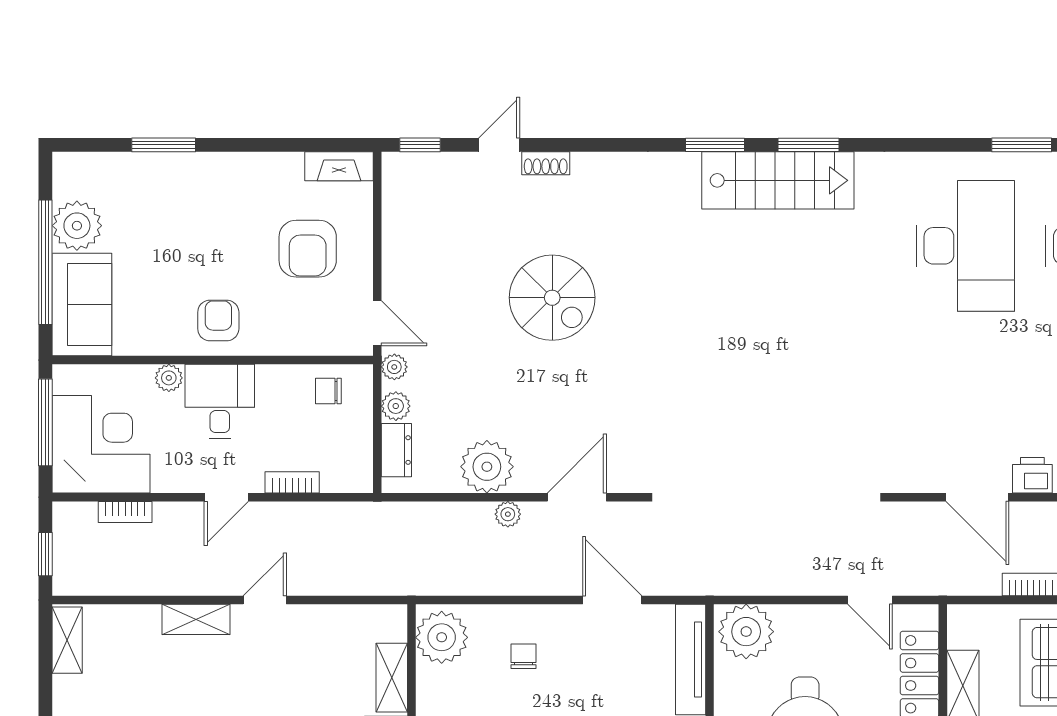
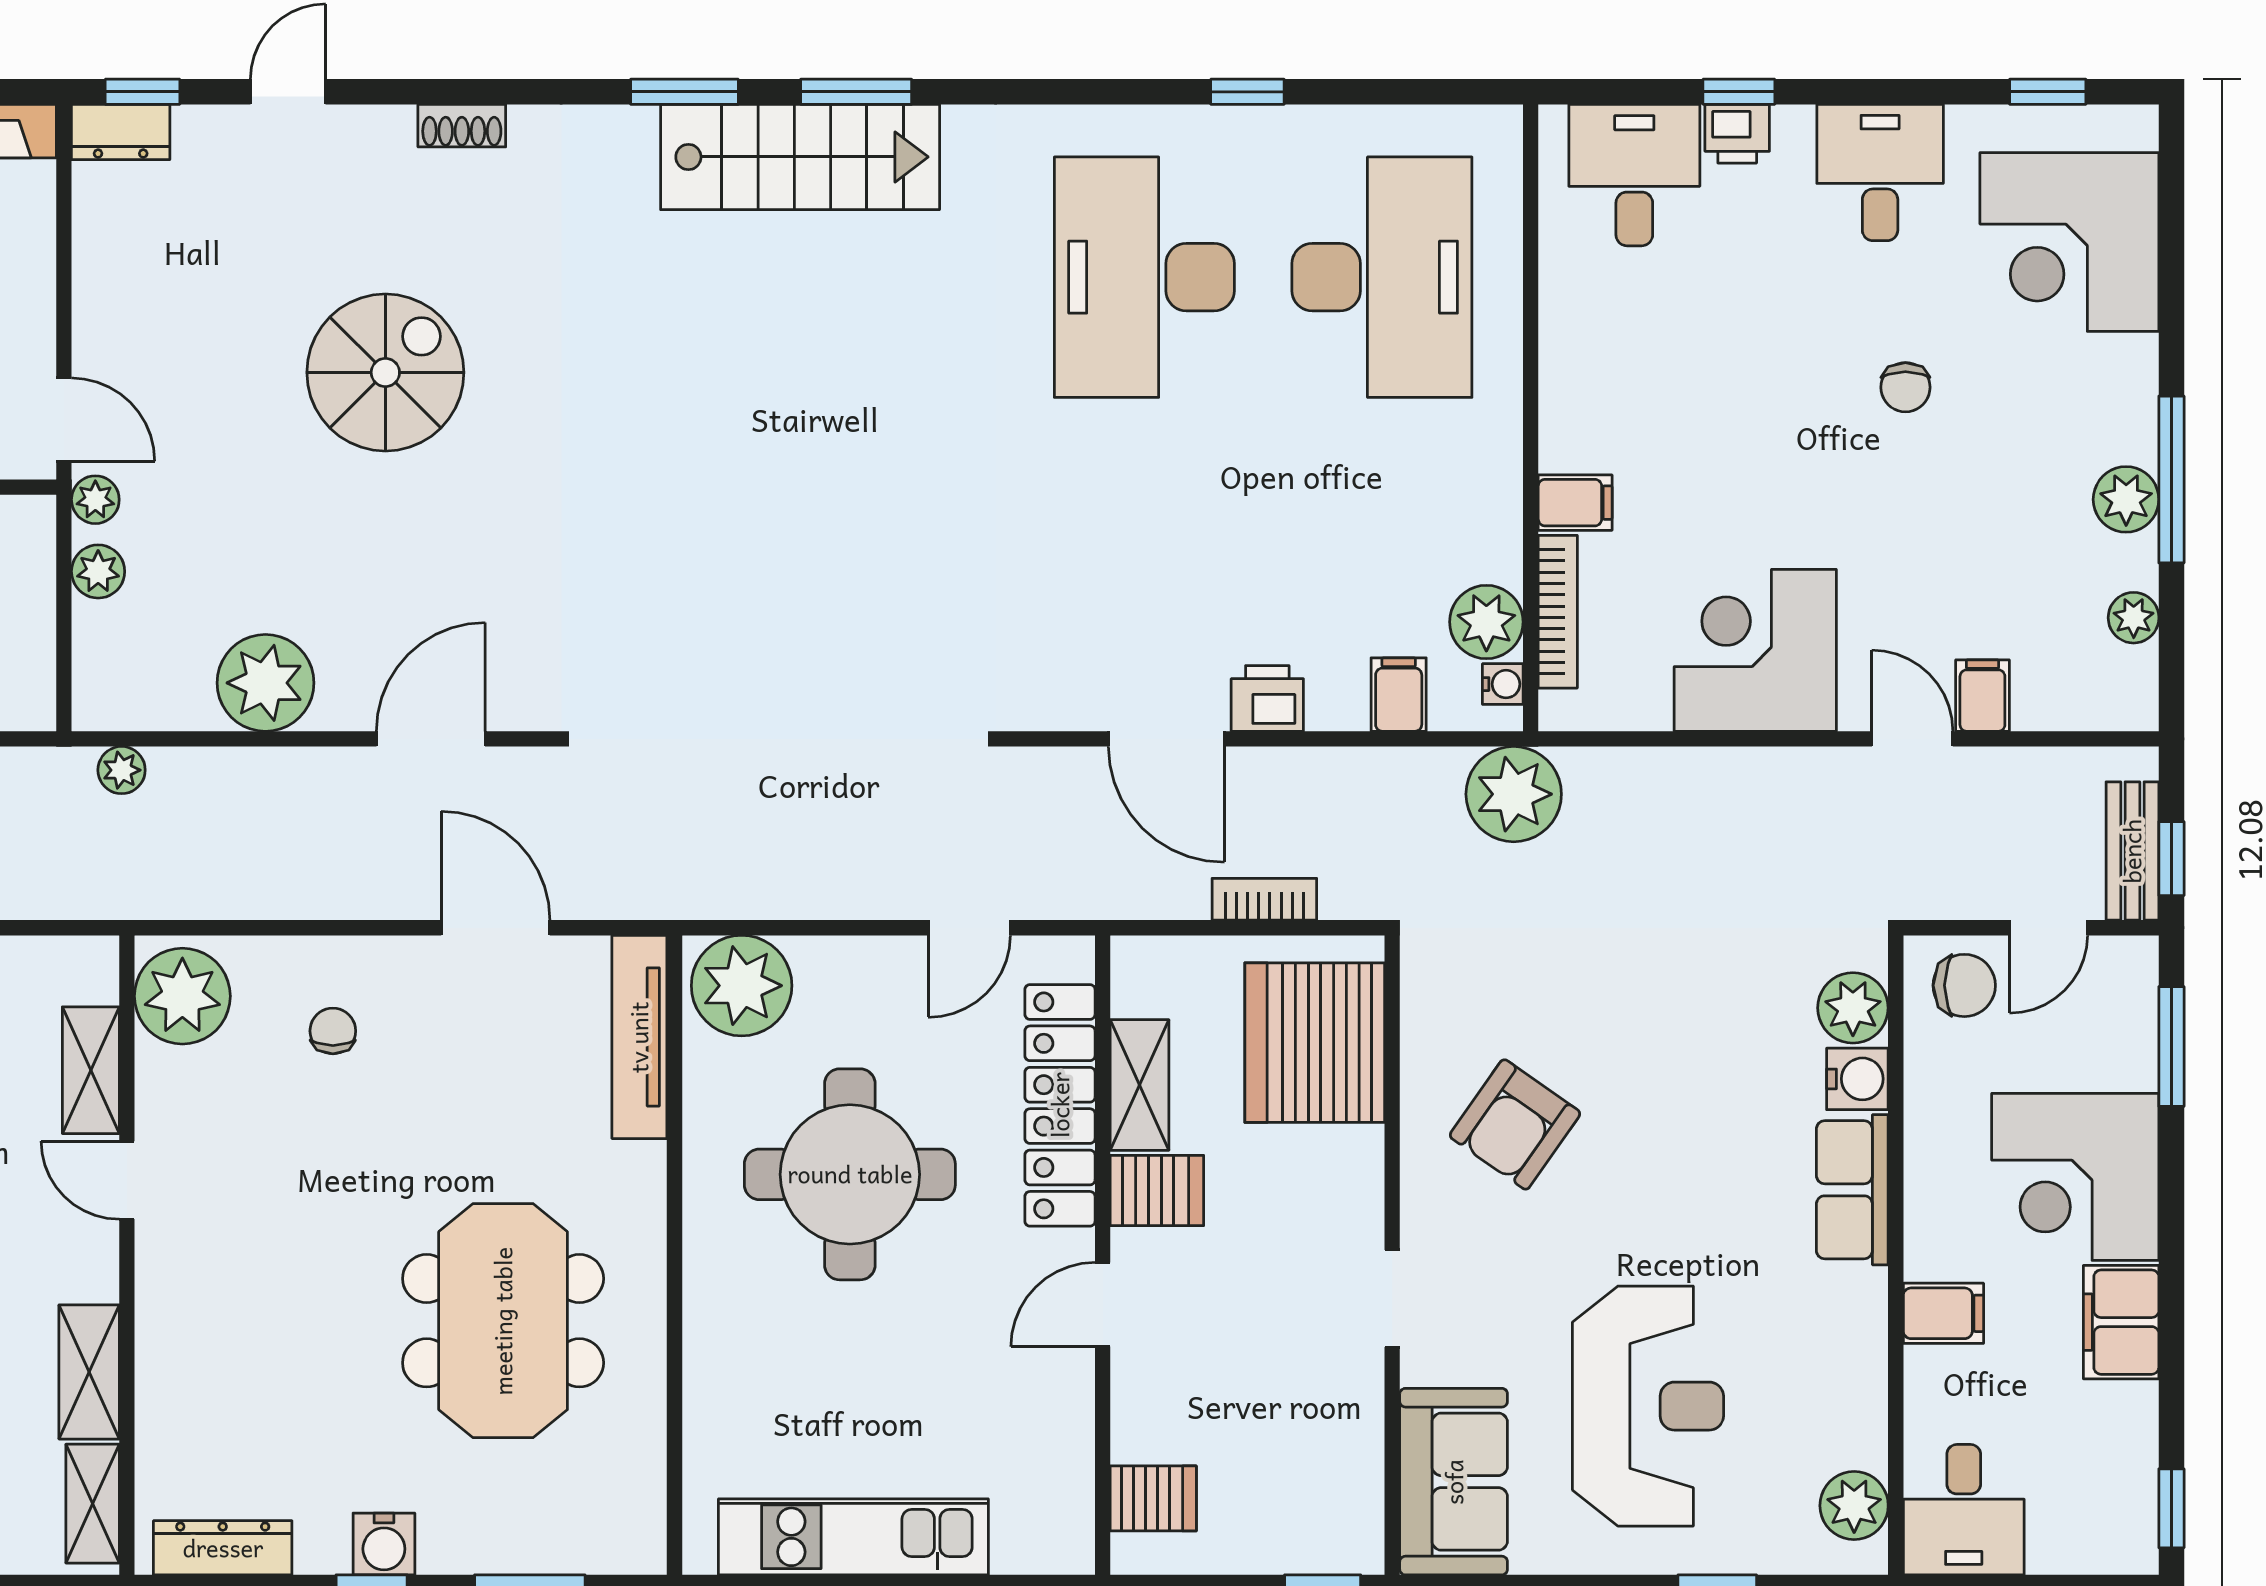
window: (1022, 145) -> (1247, 92), width x0.67
shoe rack: (546, 163) -> (462, 126), moved
desk: (965, 246) -> (1144, 277), turned 180
spiral stairs: (552, 298) -> (385, 372), turned -90
dresser: (396, 450) -> (121, 132), moved, turned 90
plant: (508, 514) -> (122, 770), moved
door: (870, 600) -> (969, 928), hinge flipped

